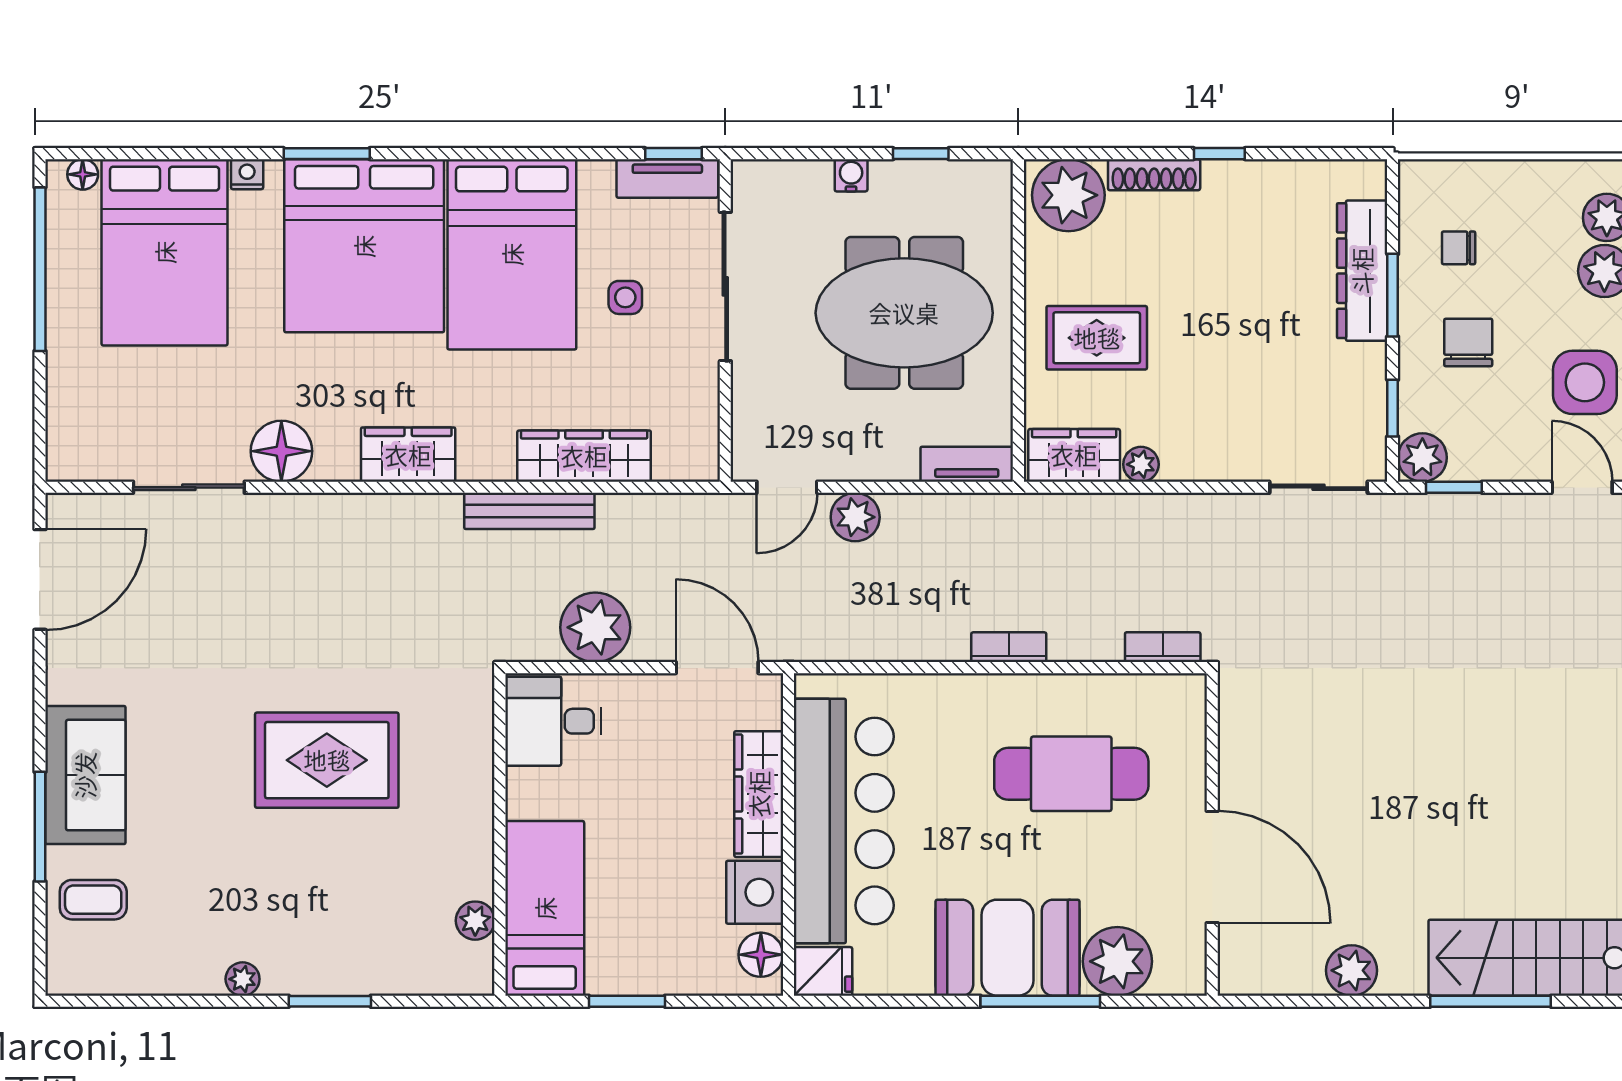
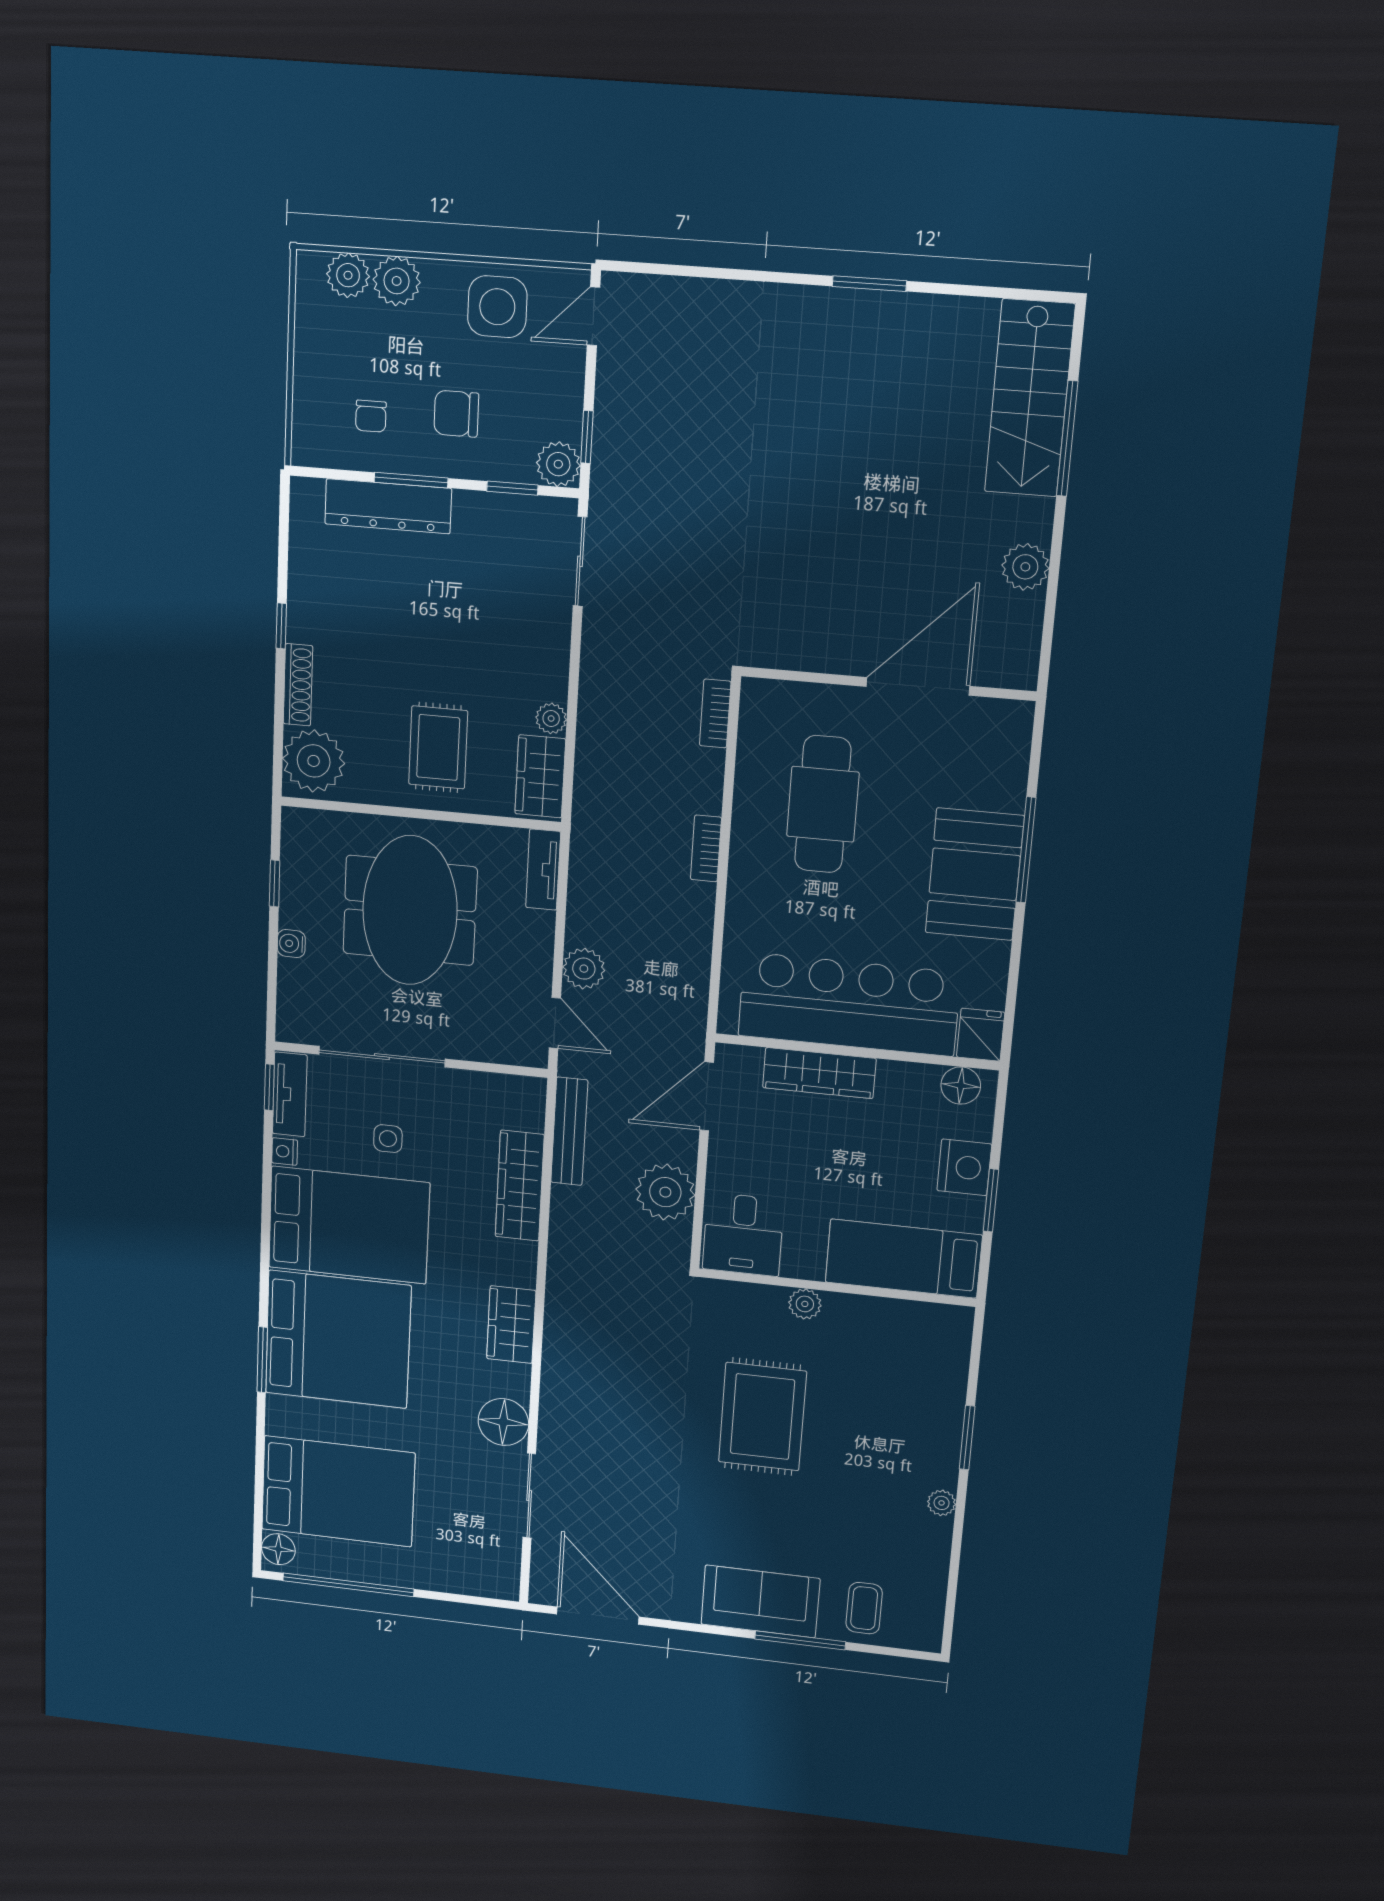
floor lamp: (83, 174) -> (278, 1549), width x1.37, depth x1.37
nightstand: (247, 174) -> (285, 1151), moved
bench: (529, 511) -> (569, 1131), moved
nightstand: (755, 892) -> (964, 1167), moved, turned 90
plant: (475, 921) -> (805, 1304), moved
plant: (1117, 961) -> (996, 779), removed

